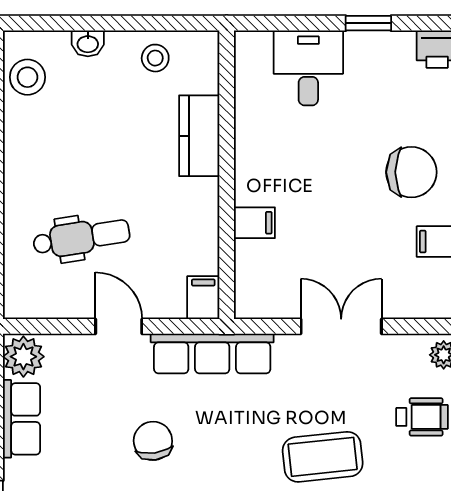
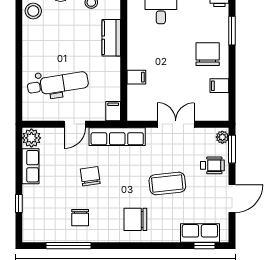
chair: (411, 172) -> (208, 54), turned -90
dental chair: (81, 238) -> (58, 84), width x1.36, depth x1.38
door: (119, 326) -> (75, 124), swing flipped

